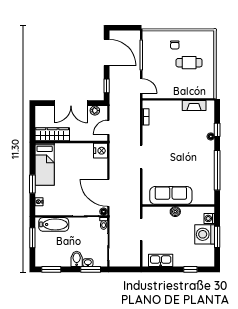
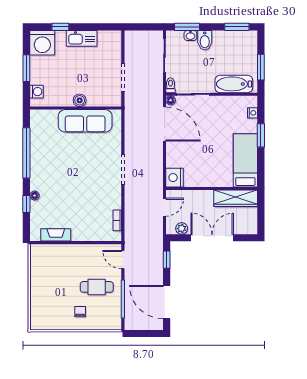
cafe table: (189, 63) -> (97, 287), moved
washing machine: (205, 234) -> (42, 43), moved, turned 90
kitchen sink: (161, 260) -> (82, 38), moved

